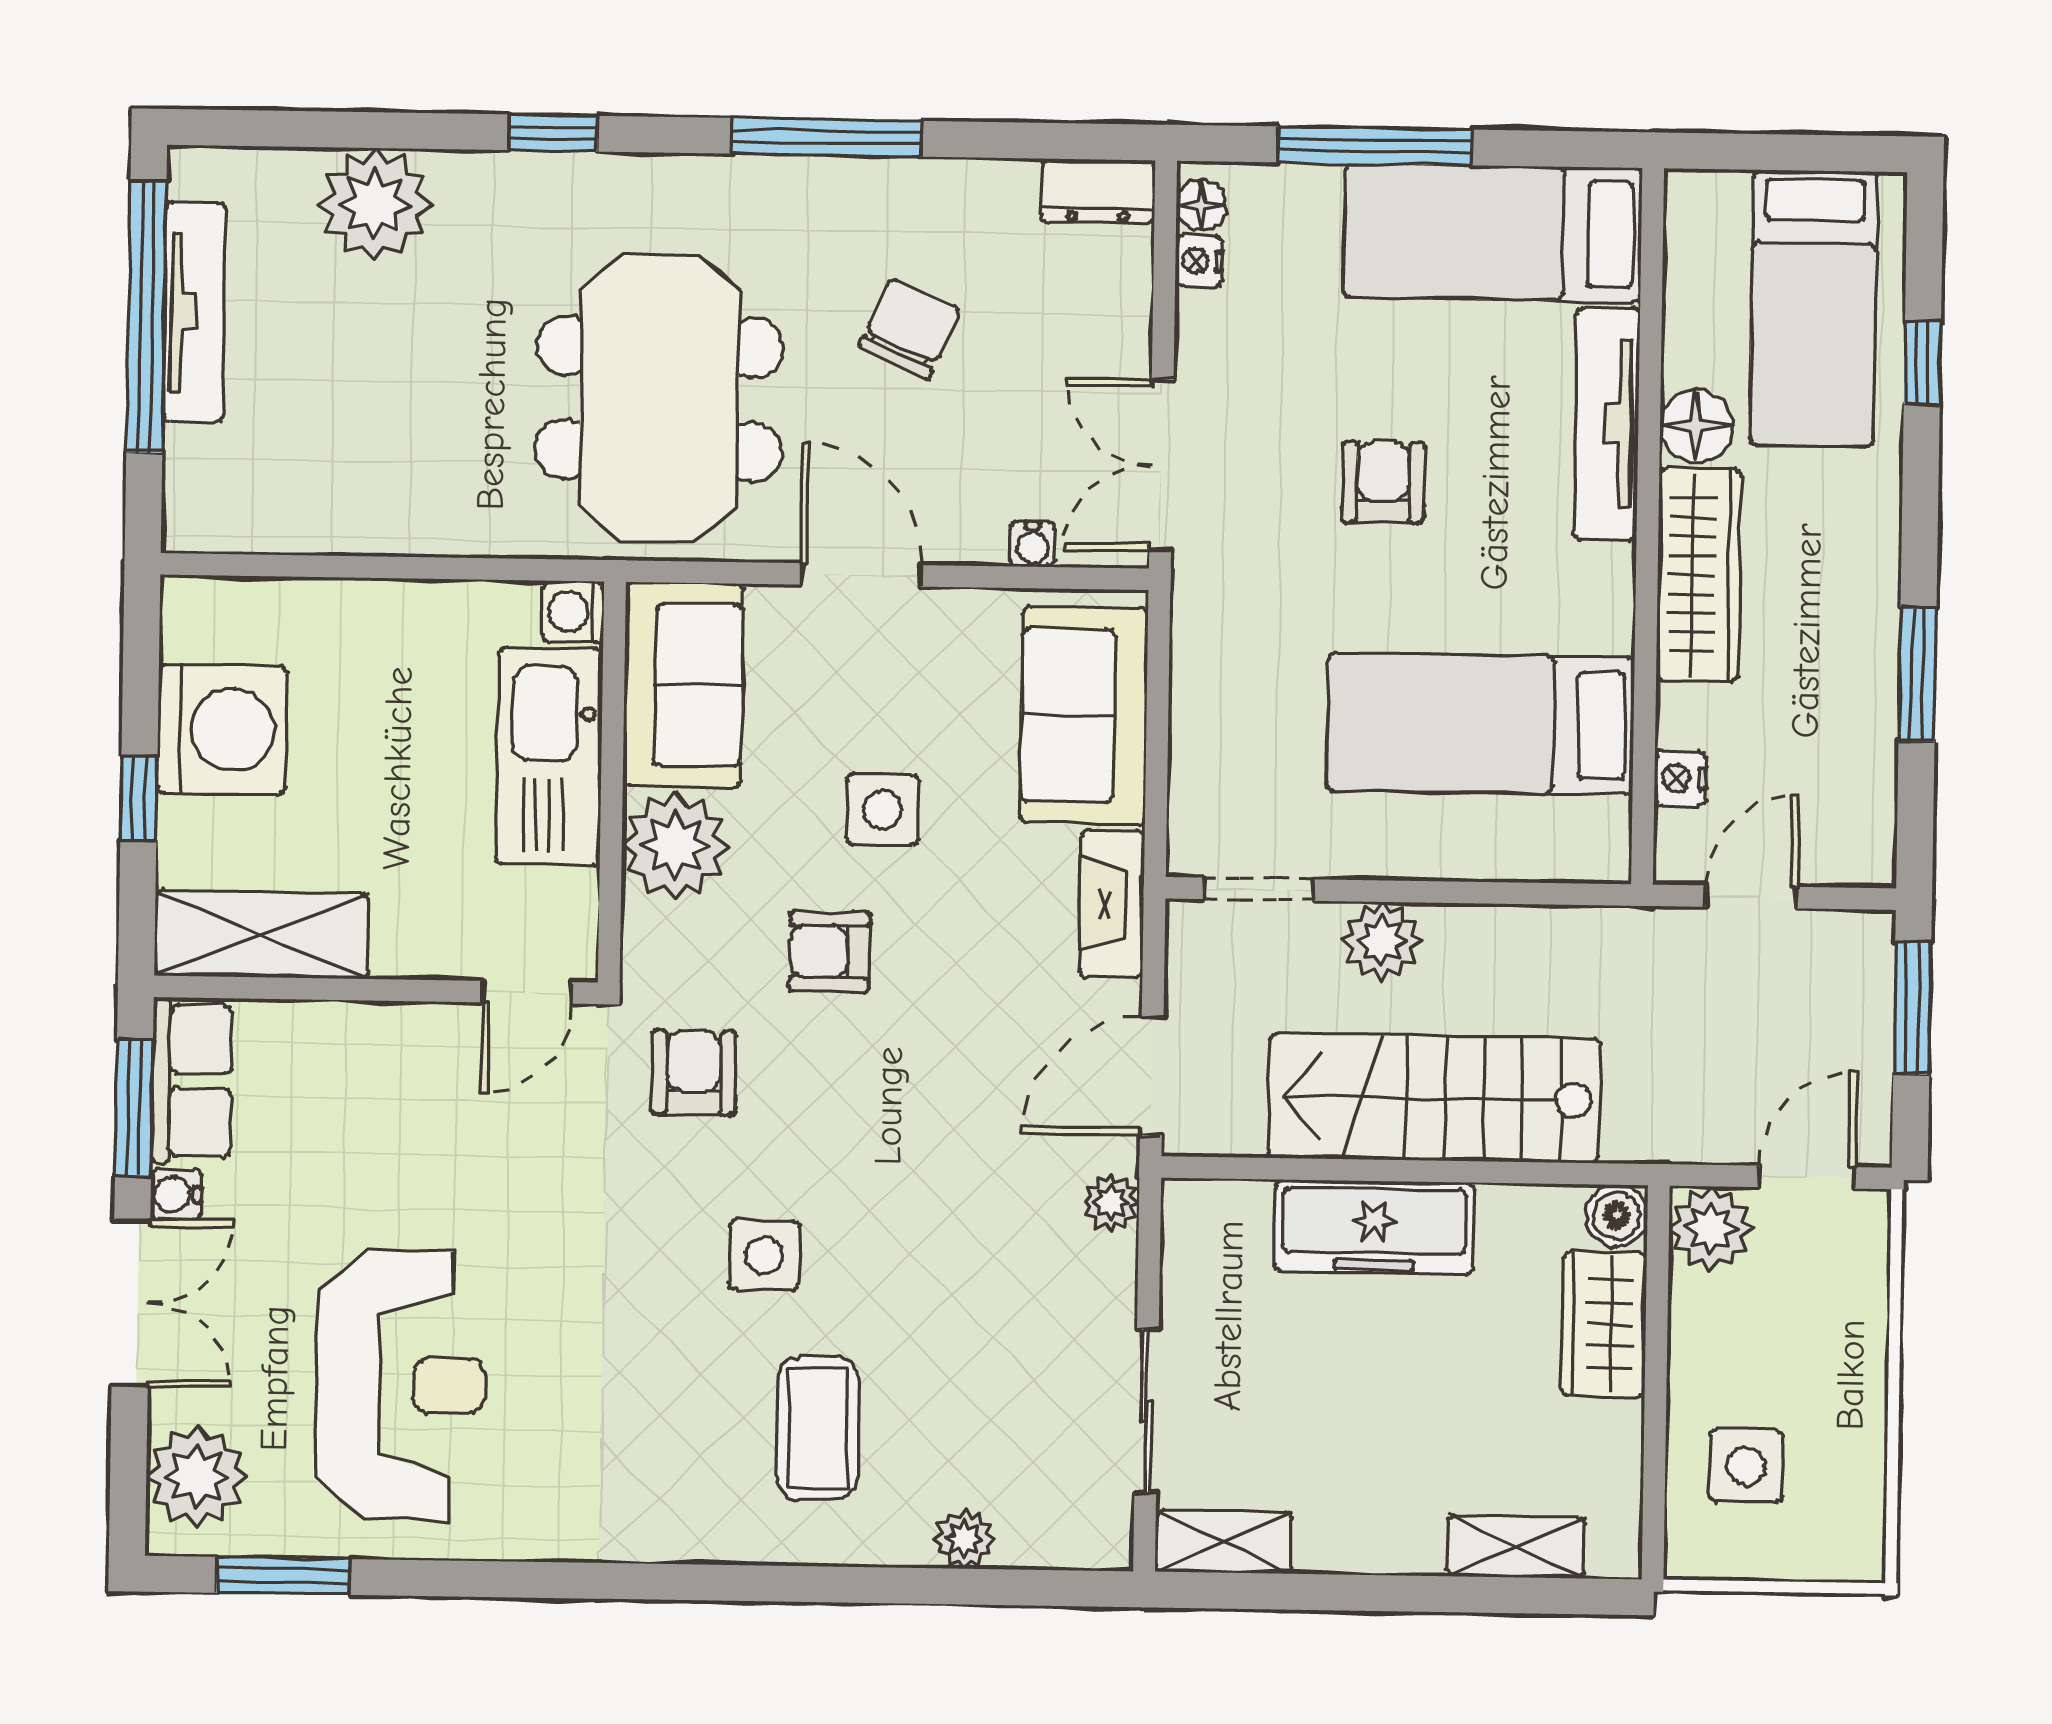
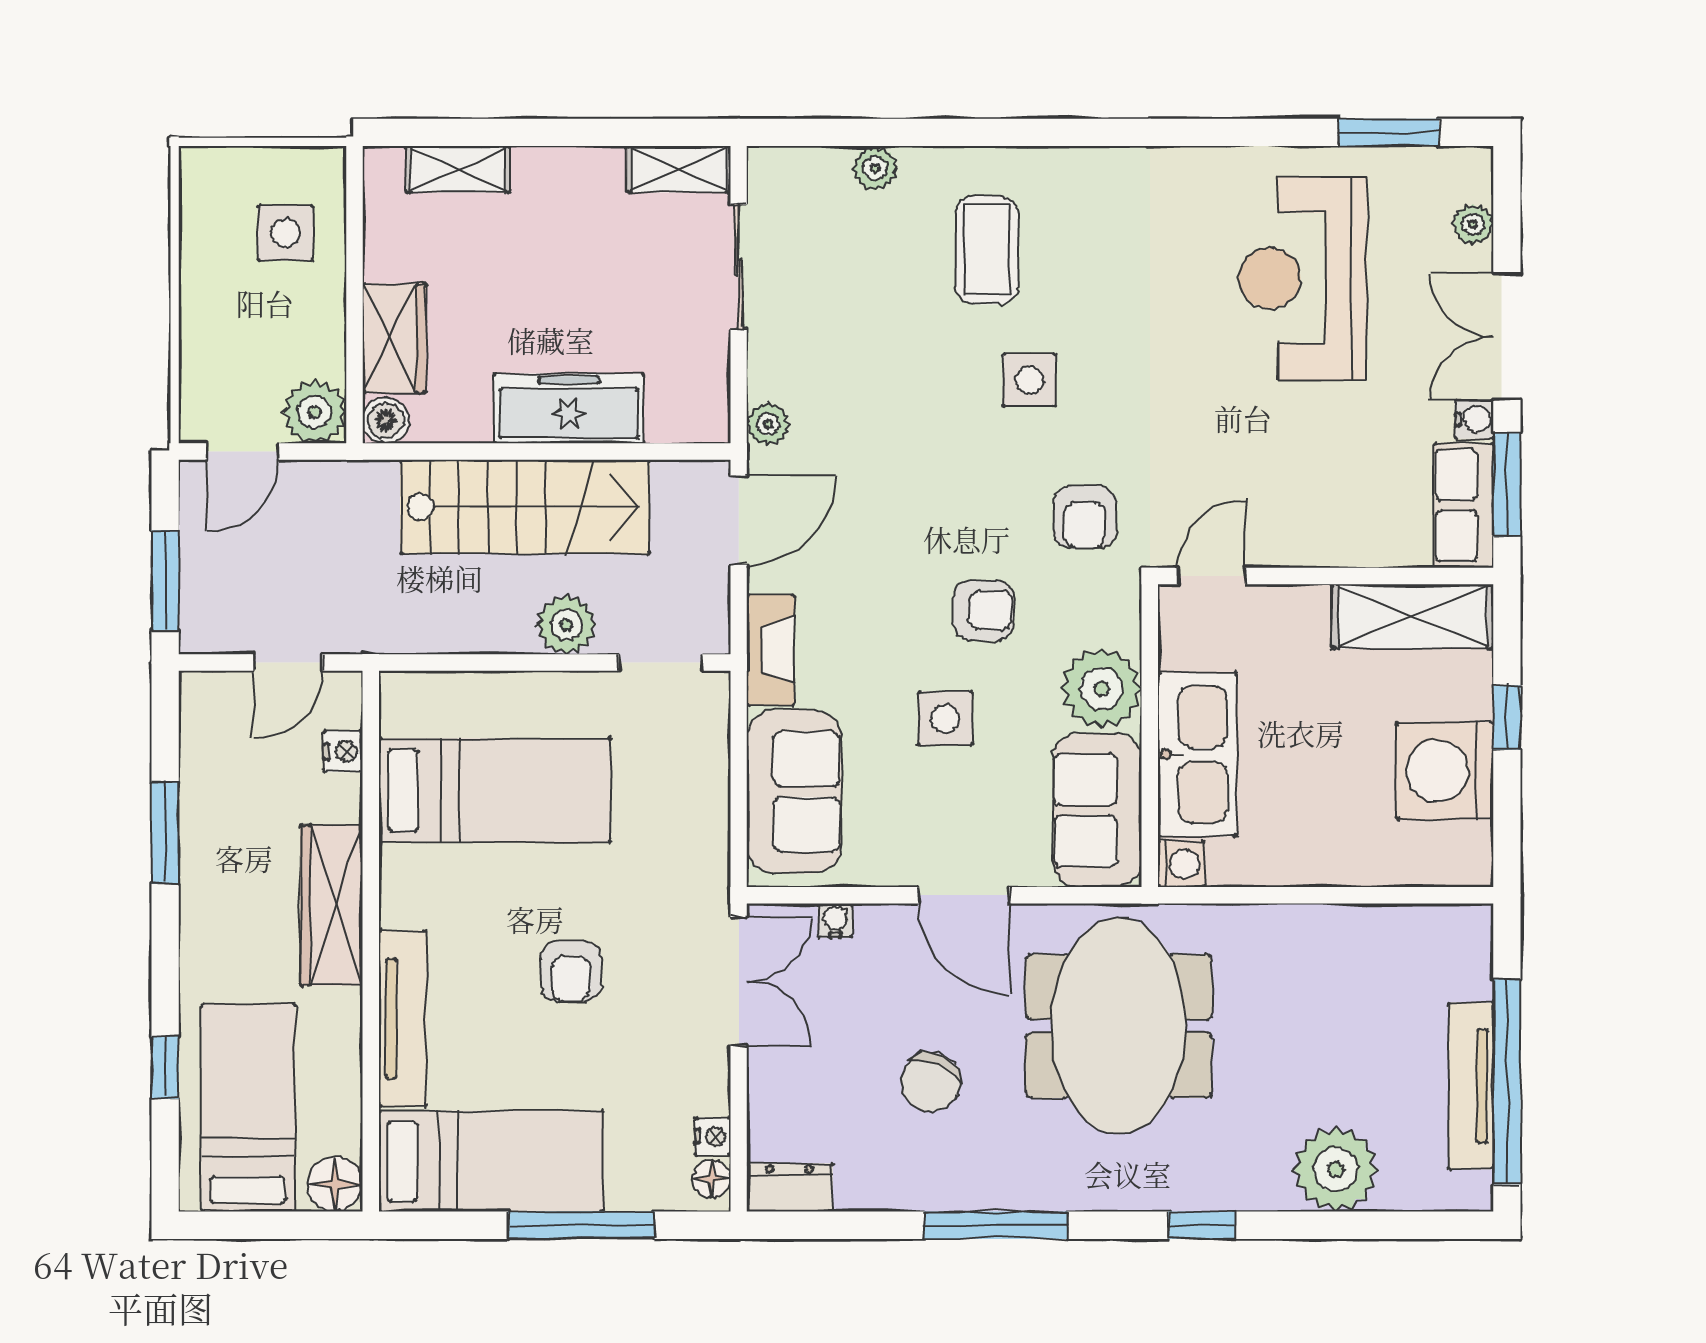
floor lamp: (1697, 426) -> (335, 1184), moved
plant: (197, 1477) -> (1473, 224), width x0.53, depth x0.53

